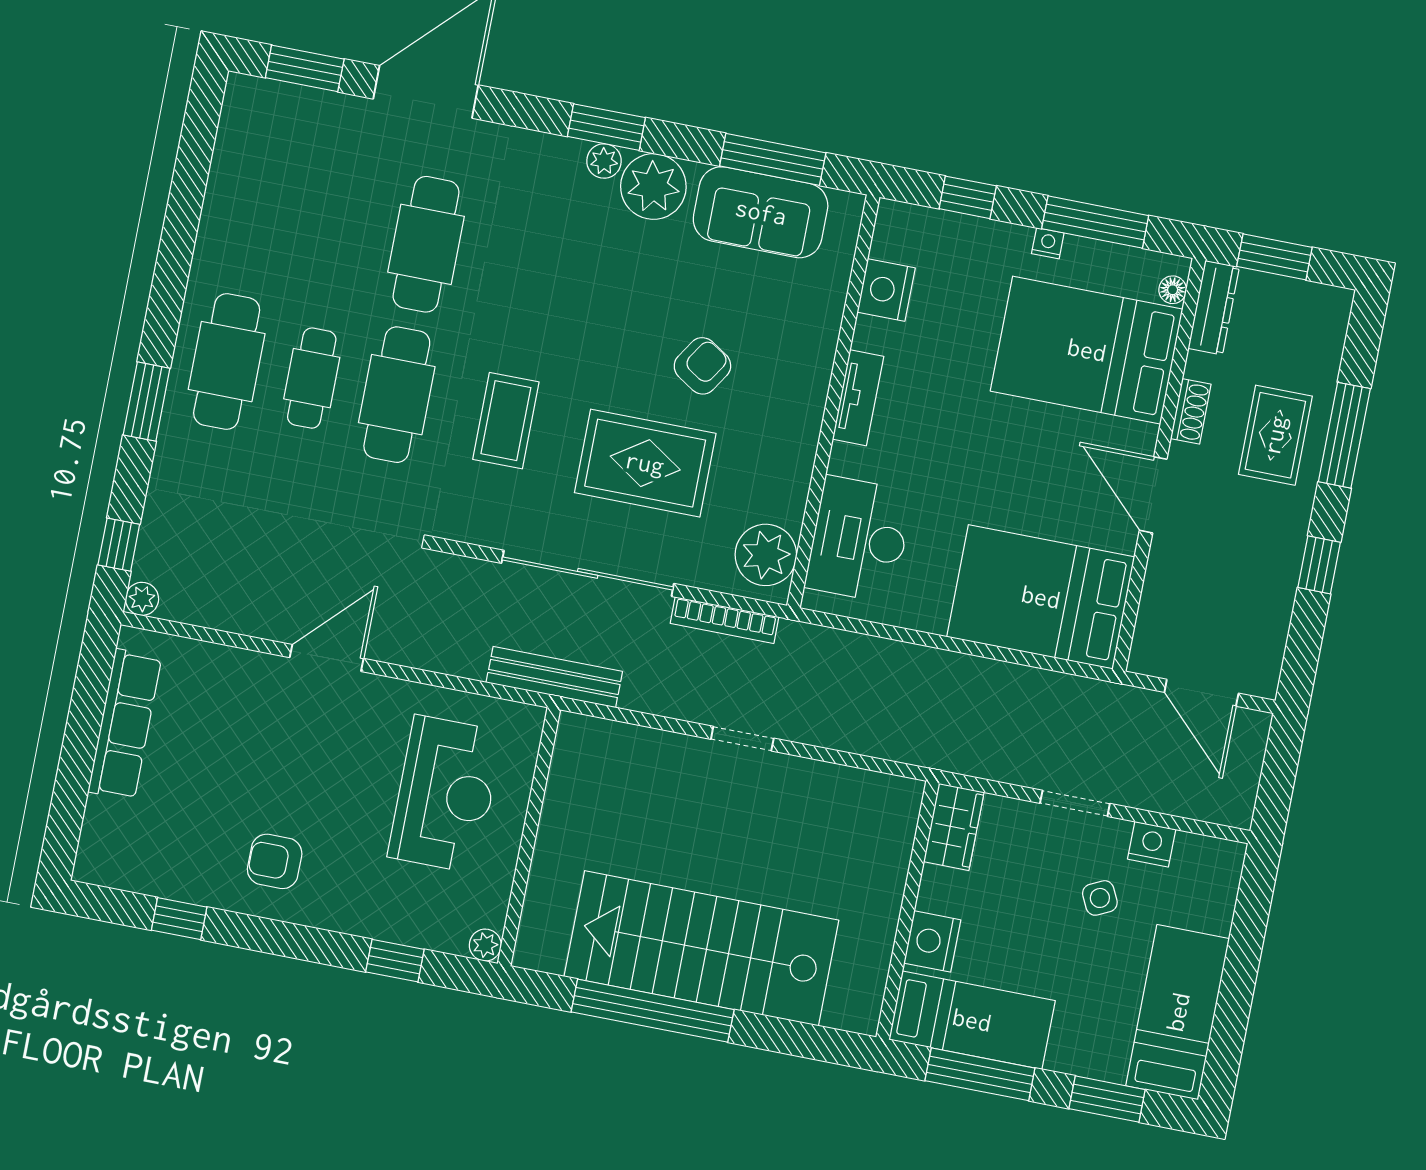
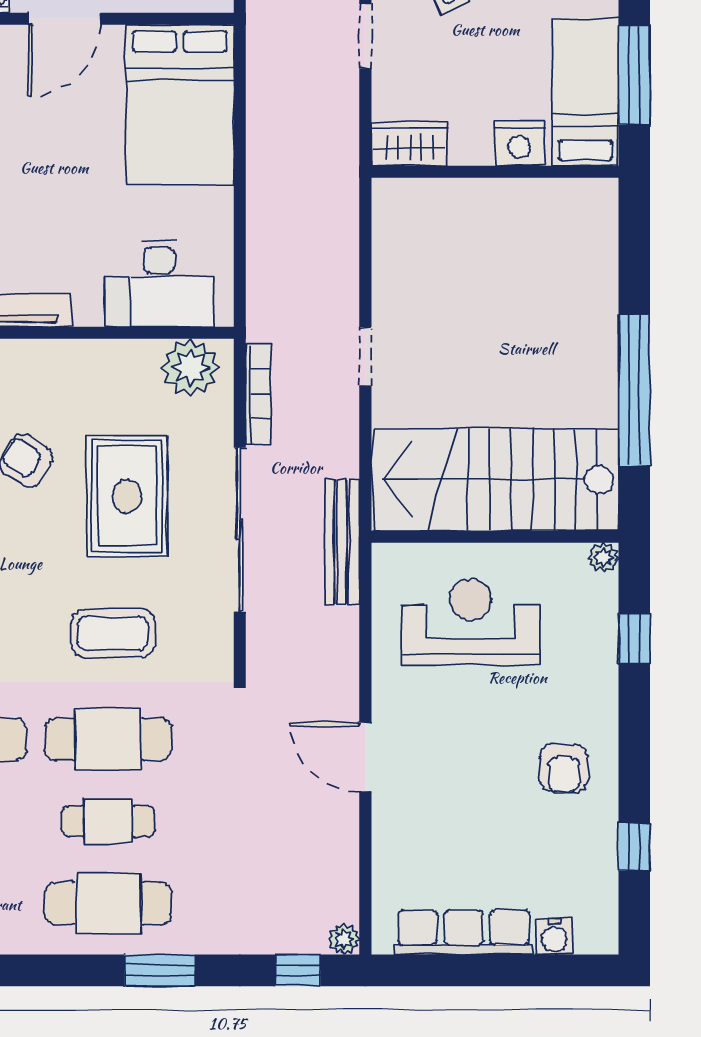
water cooler: (102, 818) -> (554, 936), added
stairs: (701, 948) -> (496, 480), moved, turned 90

